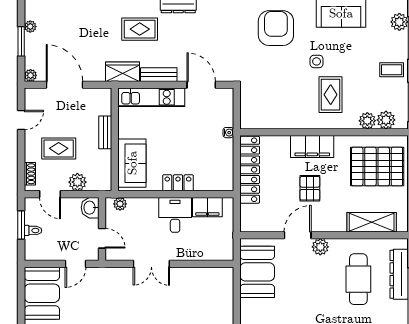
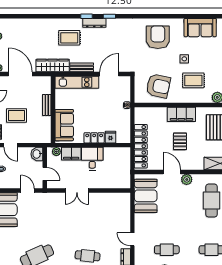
wardrobe: (123, 72) -> (53, 66), width x1.50
door: (201, 85) -> (109, 74), hinge flipped
rug: (331, 95) -> (193, 80), turned 90
armchair: (277, 103) -> (158, 86), added
locker: (250, 170) -> (141, 146), moved
plant: (77, 182) -> (29, 137), removed
fridge: (203, 182) -> (110, 137), added
filing cabinet: (207, 207) -> (71, 154), moved
door: (298, 235) -> (172, 172), hinge flipped
door: (76, 264) -> (27, 191), swing flipped

